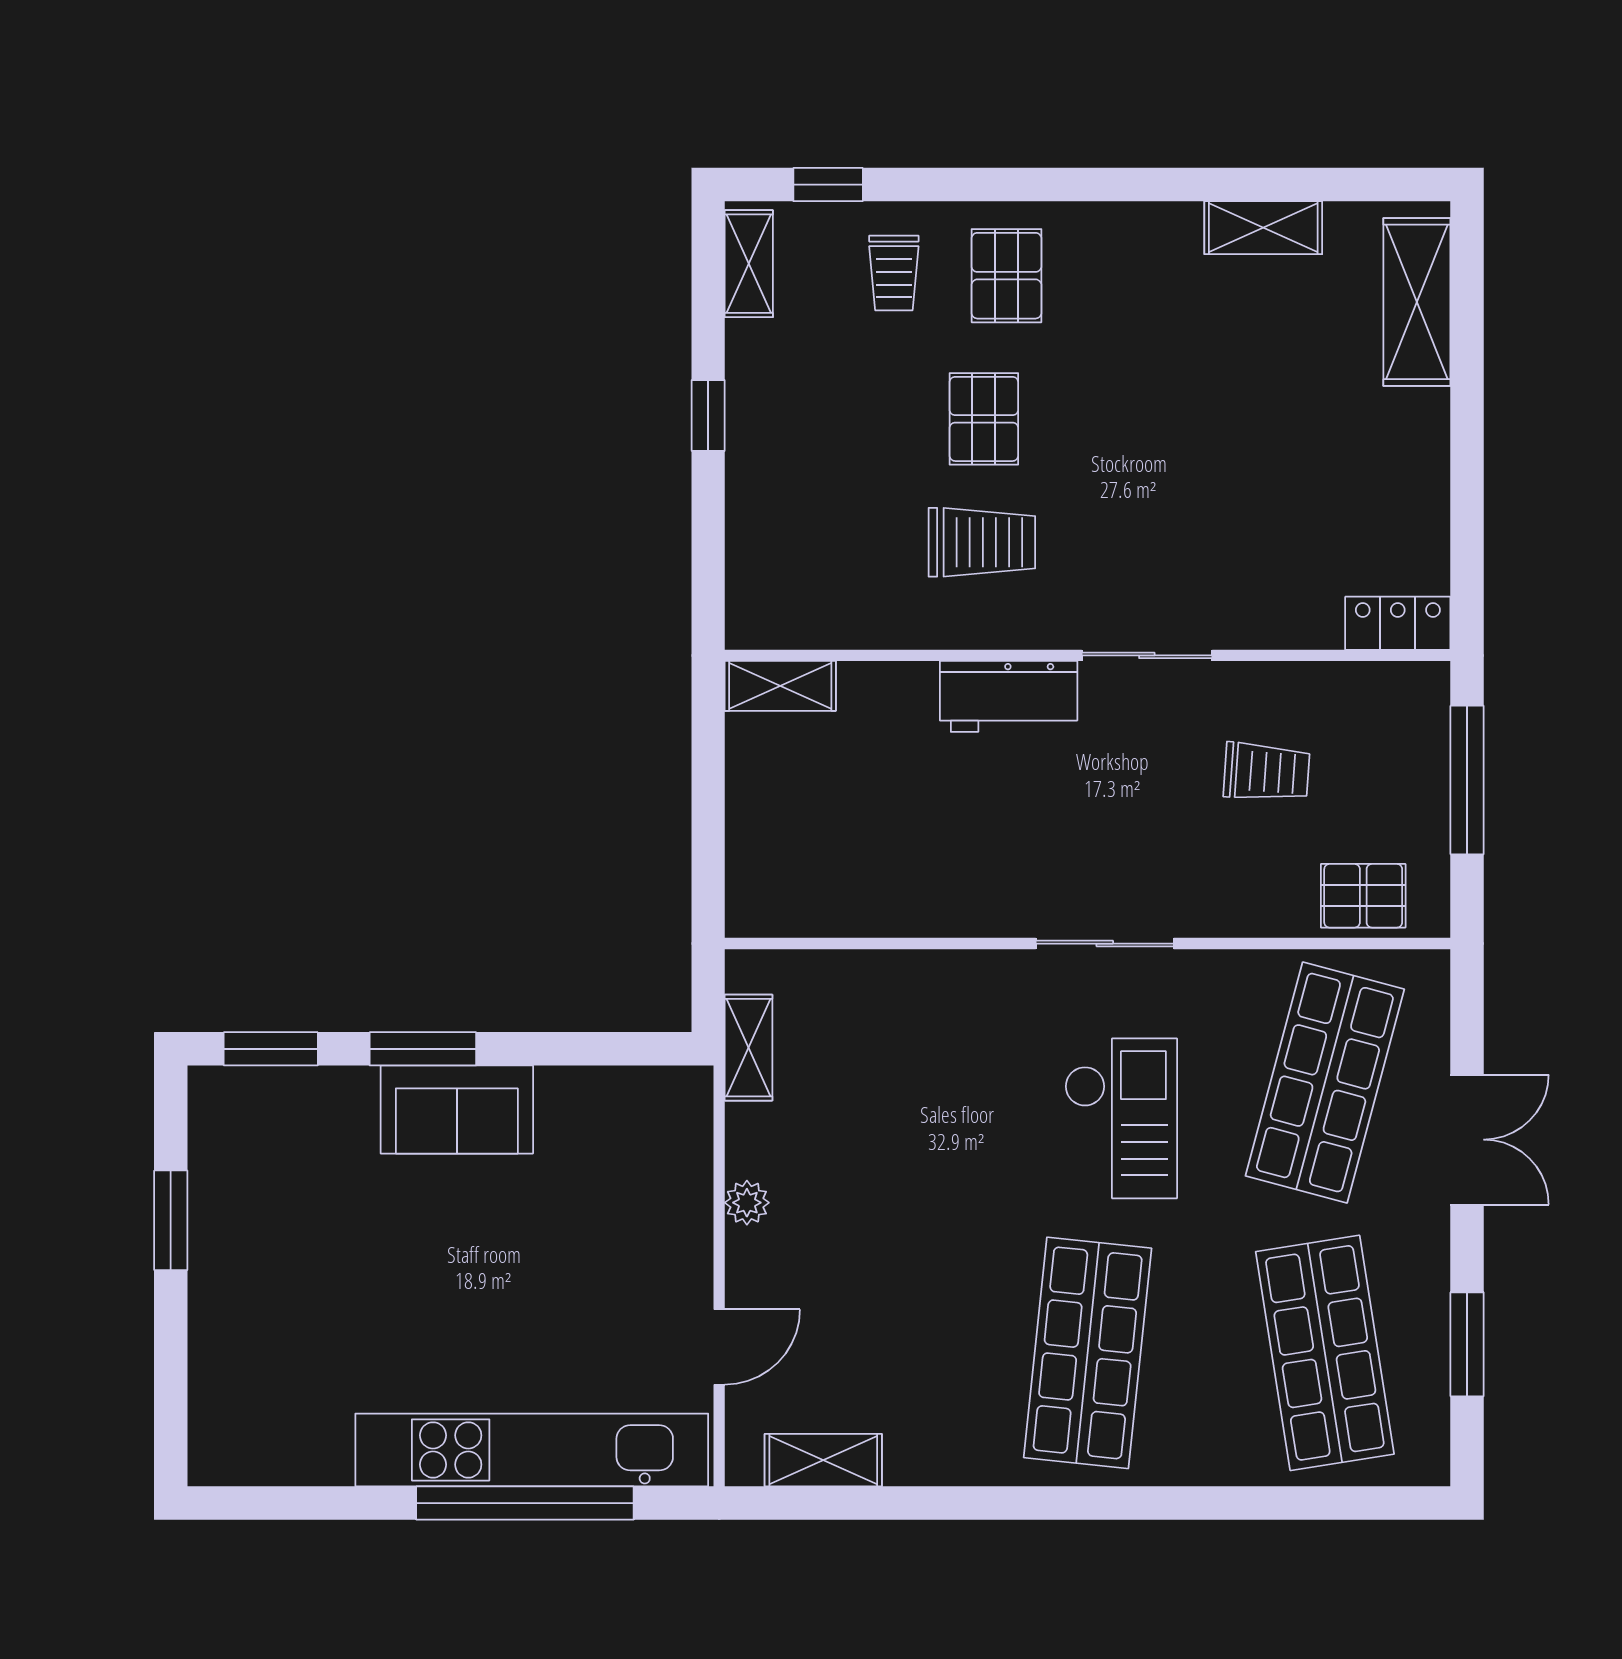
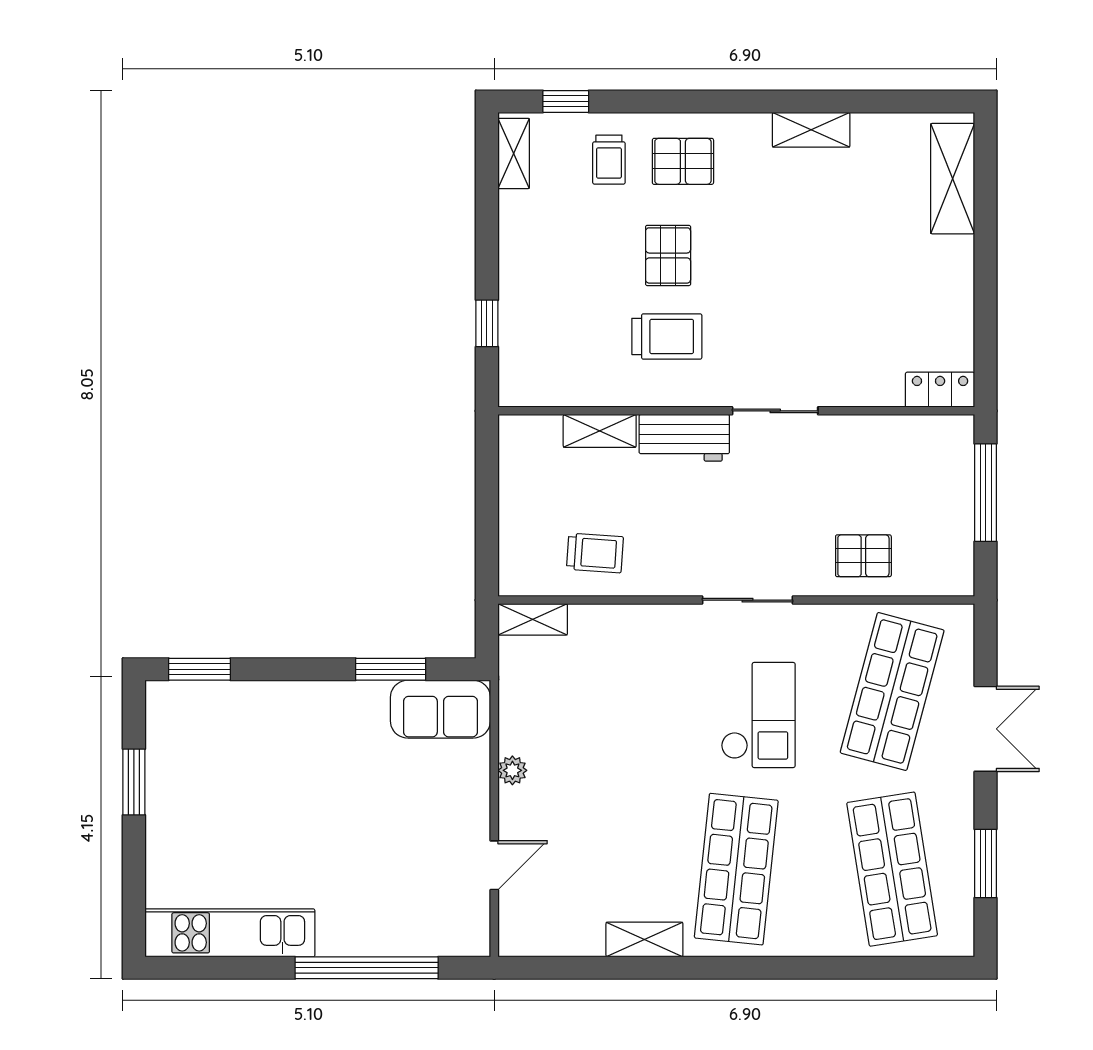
shelving: (1263, 228) -> (811, 130), moved
pallet: (1006, 276) -> (683, 161), turned 90
window: (708, 416) -> (487, 323), moved
shelving: (780, 686) -> (600, 431), moved
trolley: (1267, 772) -> (595, 553), moved
pallet: (1363, 896) -> (863, 556), moved
shelving: (749, 1048) -> (533, 619), moved, turned 90
window: (423, 1049) -> (391, 669), moved
sofa: (457, 1109) -> (440, 709), moved
kitchen unit: (532, 1450) -> (230, 933), moved, width x0.73
shelving: (823, 1460) -> (644, 940), moved

